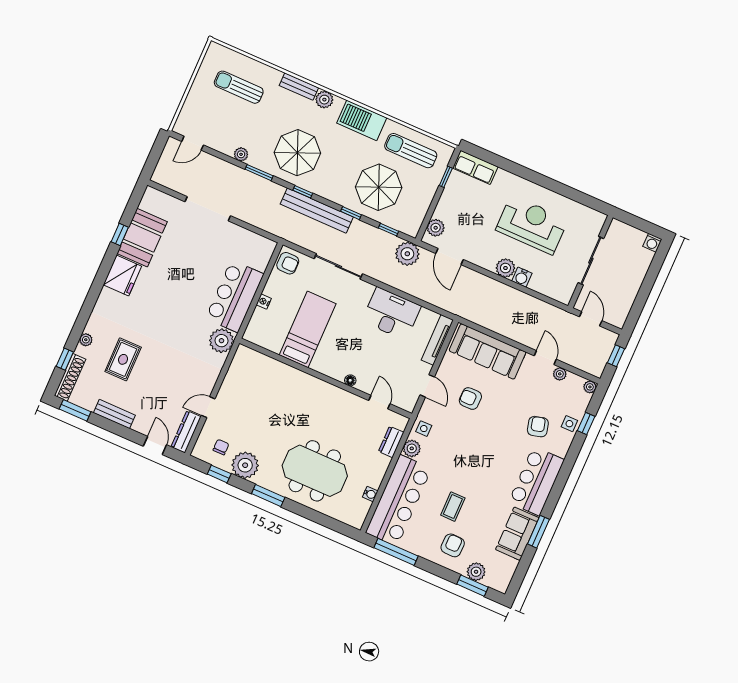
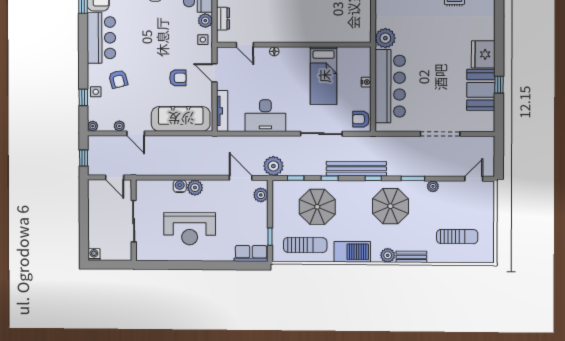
bar counter: (235, 296) -> (390, 86), width x1.36

